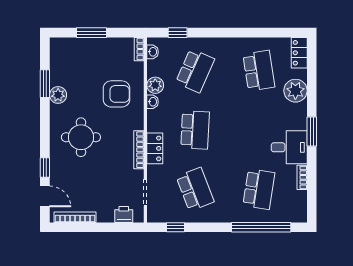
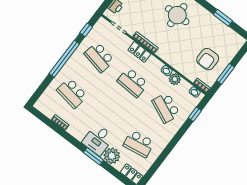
window: (91, 33) -> (225, 74), moved
armchair: (116, 94) -> (208, 59), moved
plant: (58, 95) -> (211, 20), removed
window: (312, 131) -> (93, 156), moved
desk: (289, 147) -> (98, 140), moved
school desk: (195, 189) -> (99, 57), turned 33
window: (261, 227) -> (64, 59), moved

